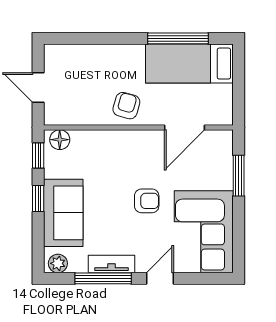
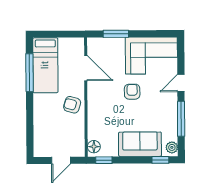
window: (38, 199) -> (160, 160), moved
tv unit: (111, 264) -> (172, 114), removed
door: (160, 278) -> (181, 83), hinge flipped

